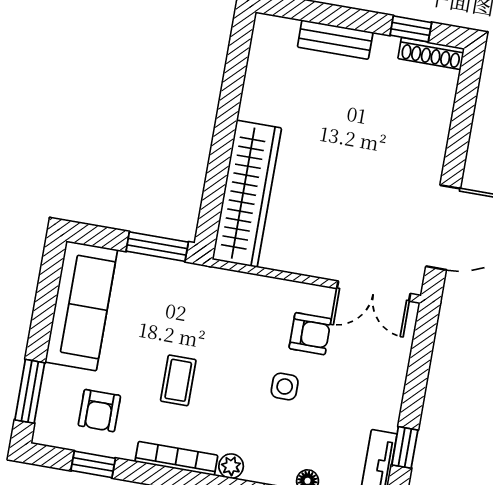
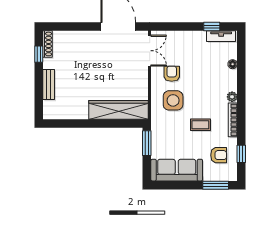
side table: (285, 386) -> (173, 100), moved, width x1.87, depth x1.87

